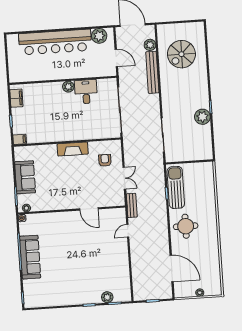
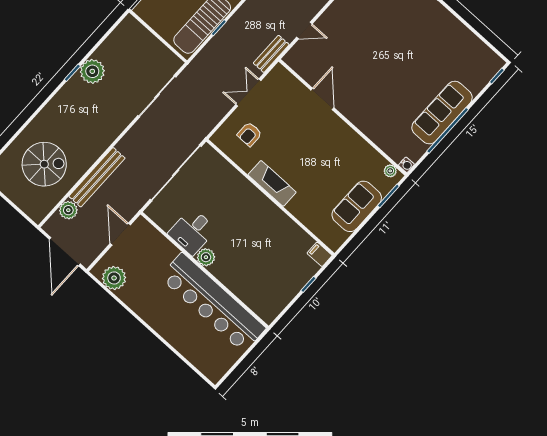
bar counter: (55, 42) -> (213, 303), moved, turned 180
filing cabinet: (16, 98) -> (276, 303), removed

